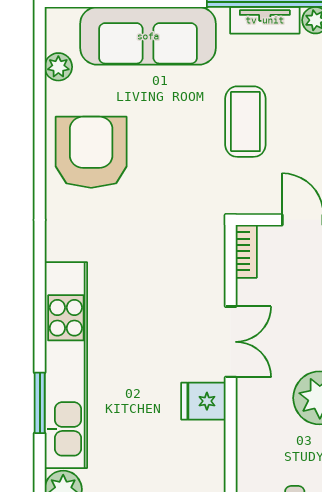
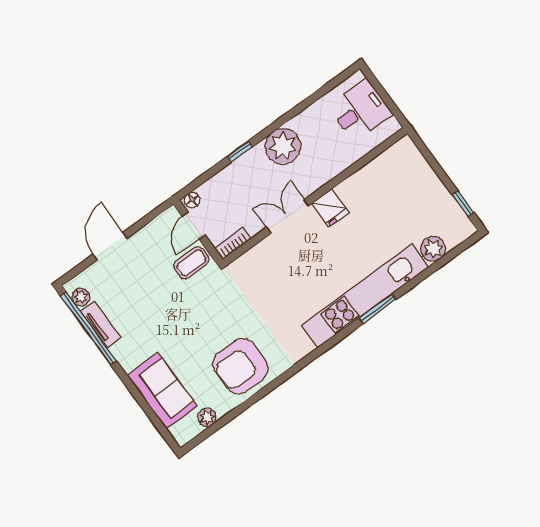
sofa: (148, 36) -> (162, 391), width x0.73
coffee table: (245, 122) -> (191, 263), moved, width x0.73, depth x0.77
window: (40, 403) -> (377, 309), moved

